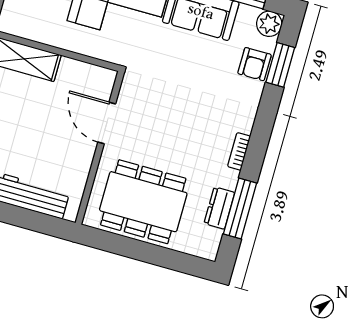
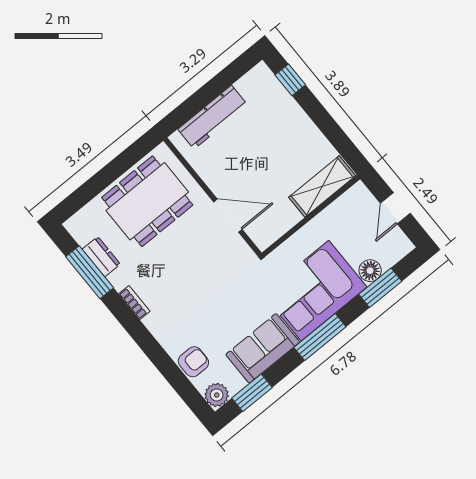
armchair: (254, 64) -> (193, 362), turned 90
window: (280, 65) -> (179, 381), removed

